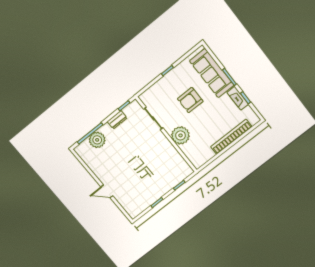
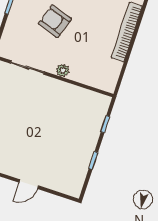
armchair: (190, 100) -> (55, 21), turned 108
plant: (180, 135) -> (63, 70), width x0.53, depth x0.53

